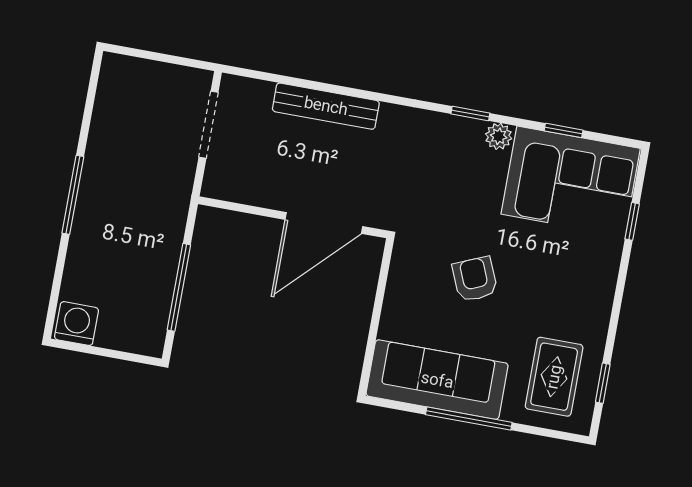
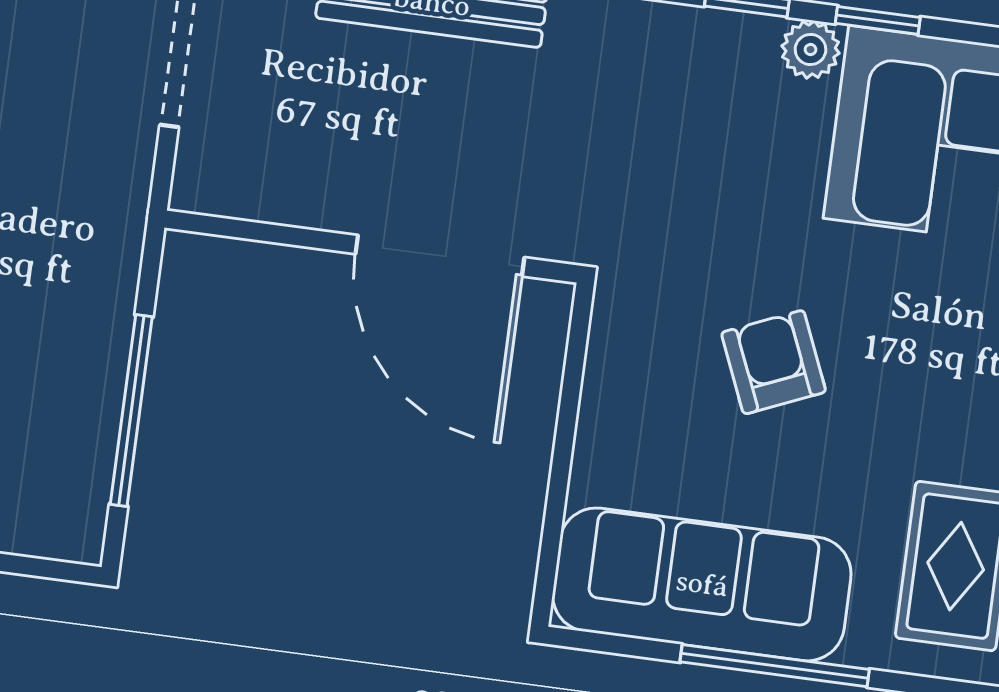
window: (564, 130) -> (878, 20), moved
door: (324, 223) -> (440, 256), hinge flipped

